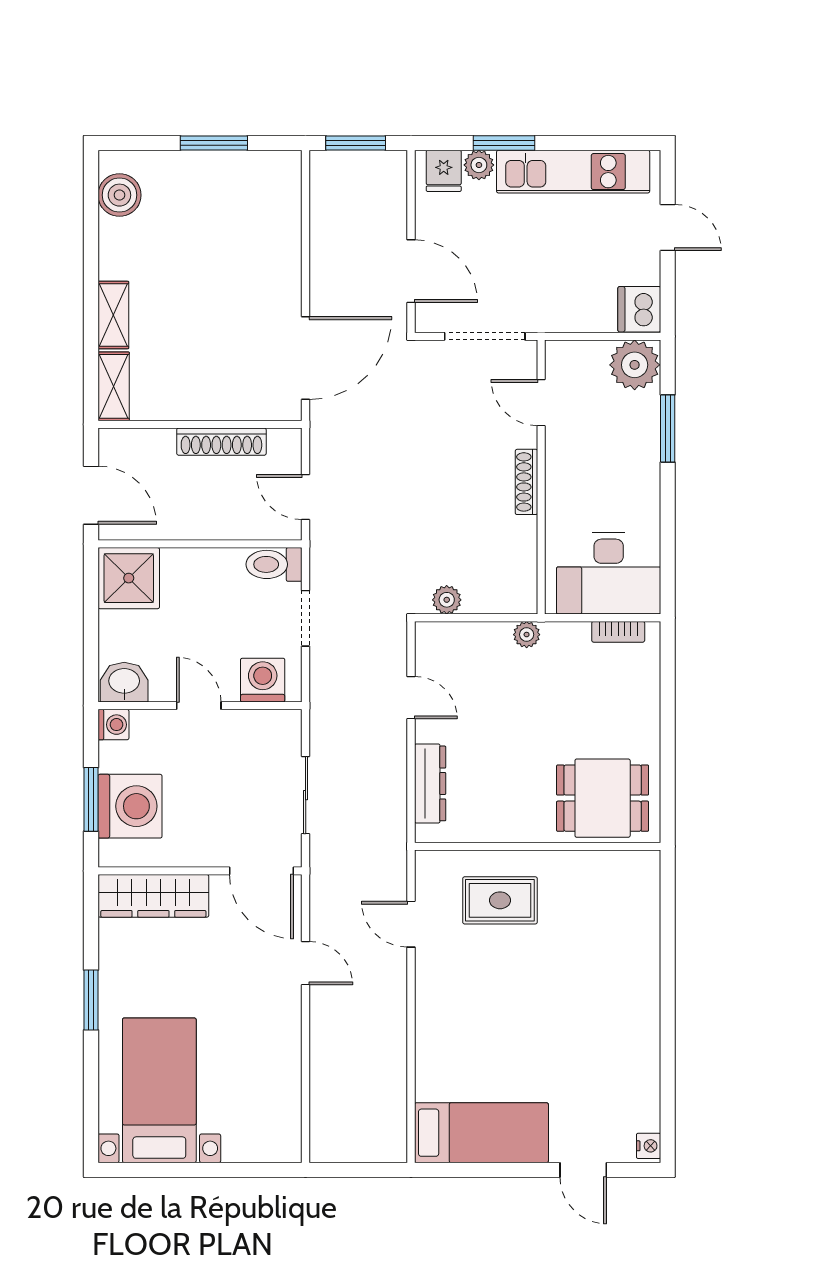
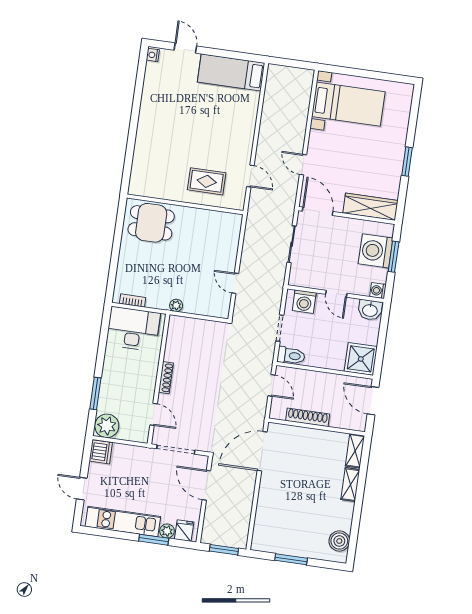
plant: (447, 600) -> (212, 327), removed
dresser: (430, 783) -> (232, 241), removed
bed with nightstands: (159, 1090) -> (348, 104), moved, turned -90

